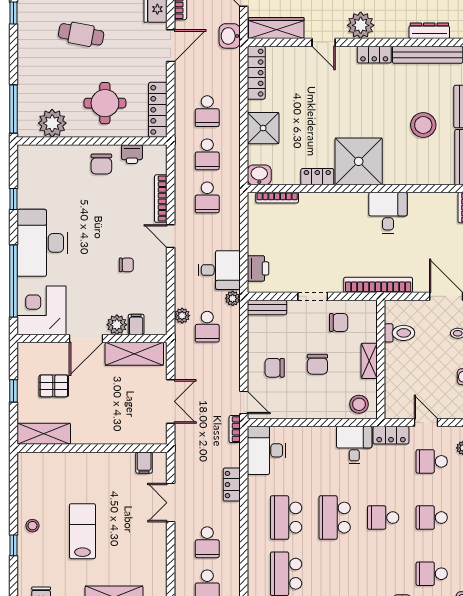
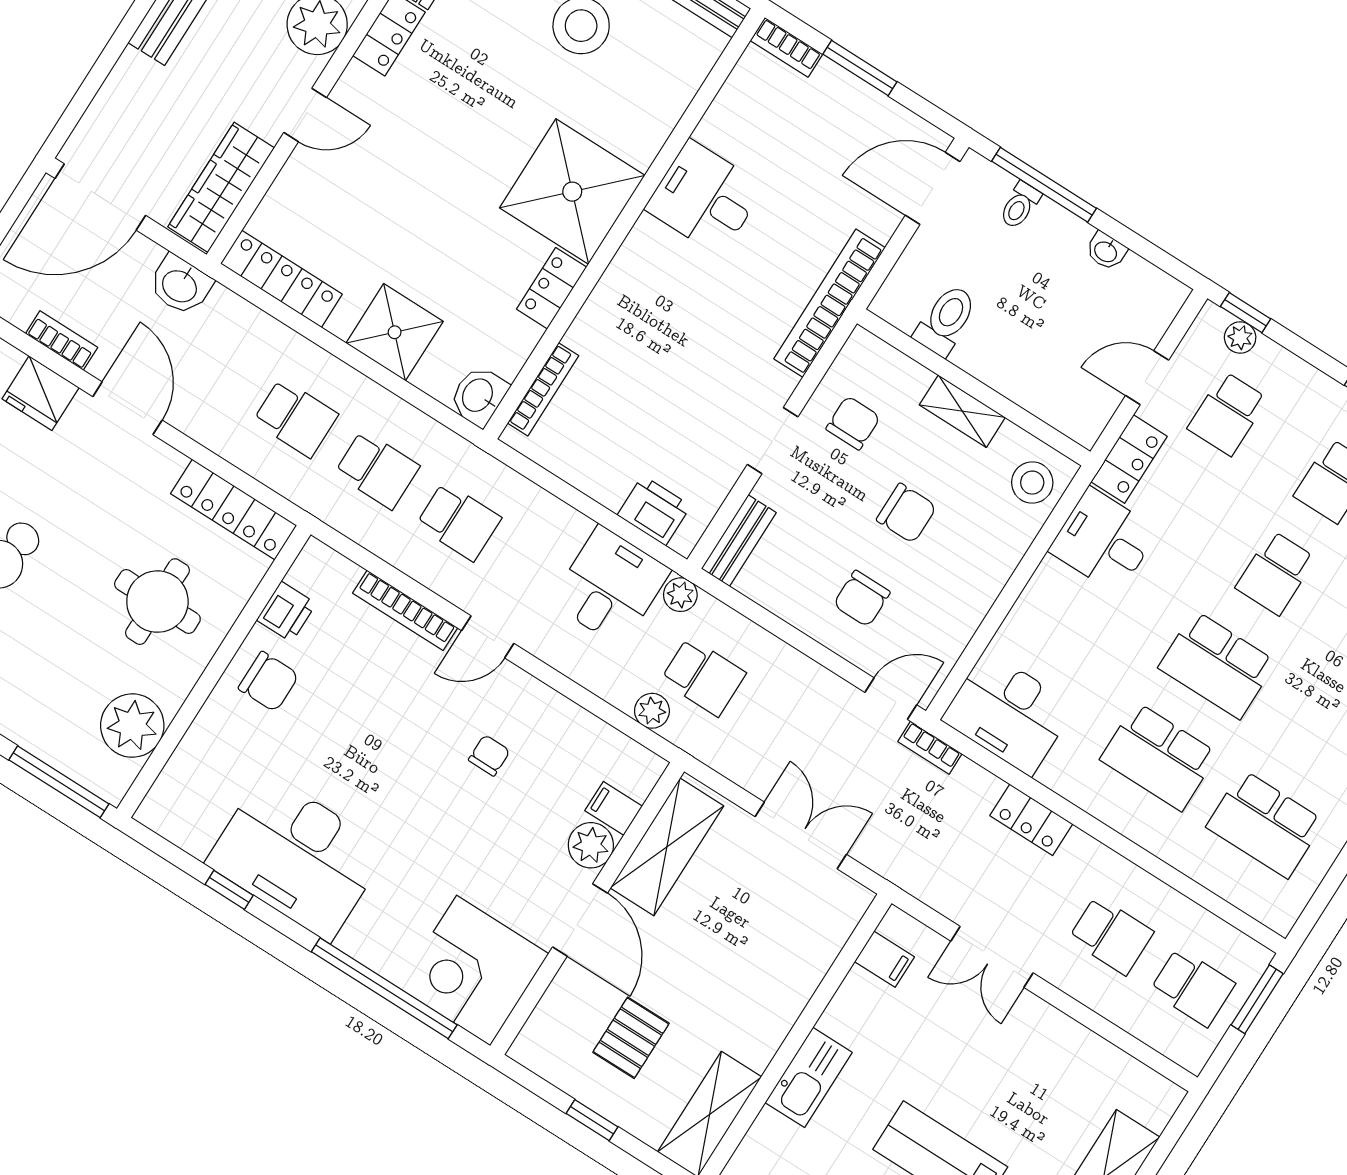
desk: (42, 243) -> (297, 856), moved
kitchen sink: (81, 462) -> (809, 1077), added

